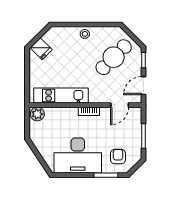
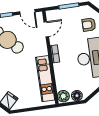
door: (120, 105) -> (46, 29), hinge flipped
floor lamp: (36, 130) -> (77, 96), added

